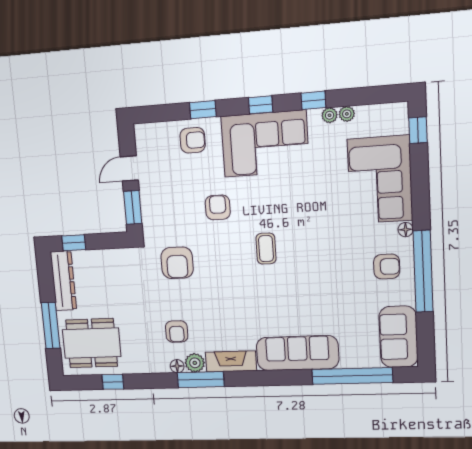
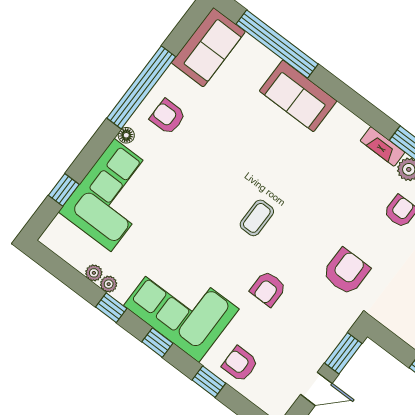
window: (418, 130) -> (64, 190), moved
sofa: (297, 353) -> (298, 96), width x0.73
fireplace: (231, 361) -> (382, 146), width x0.73, depth x0.76

